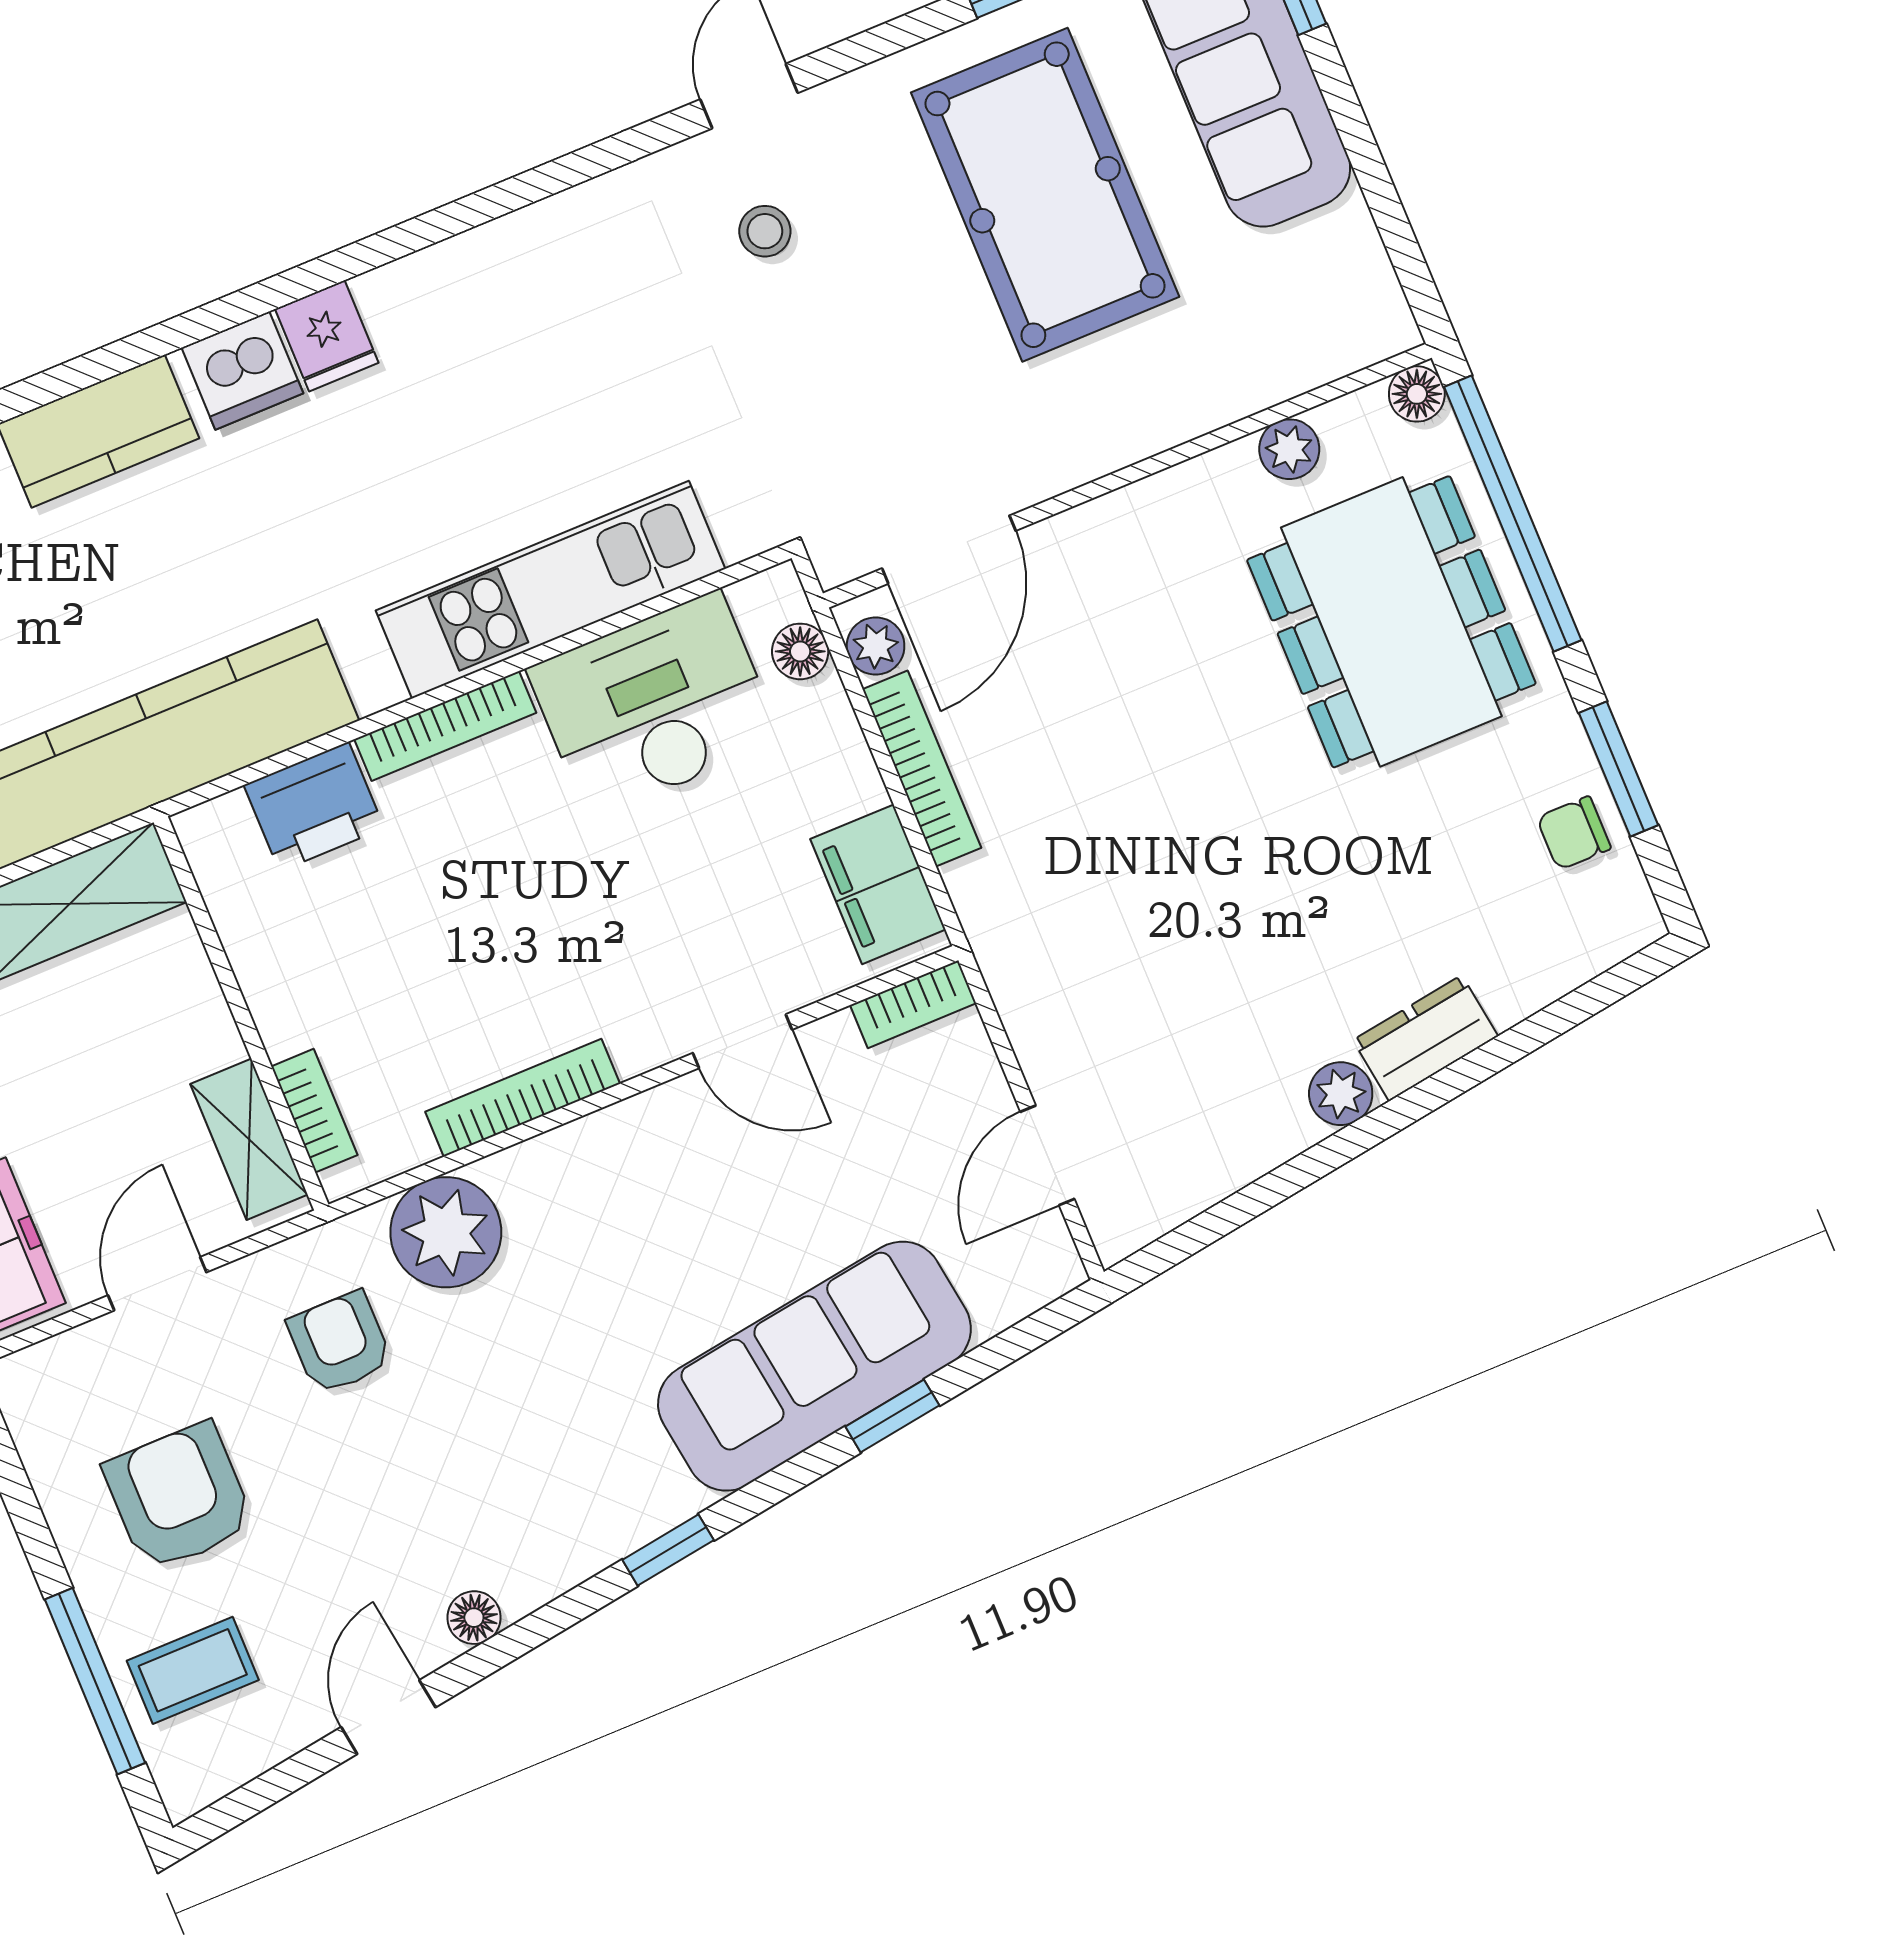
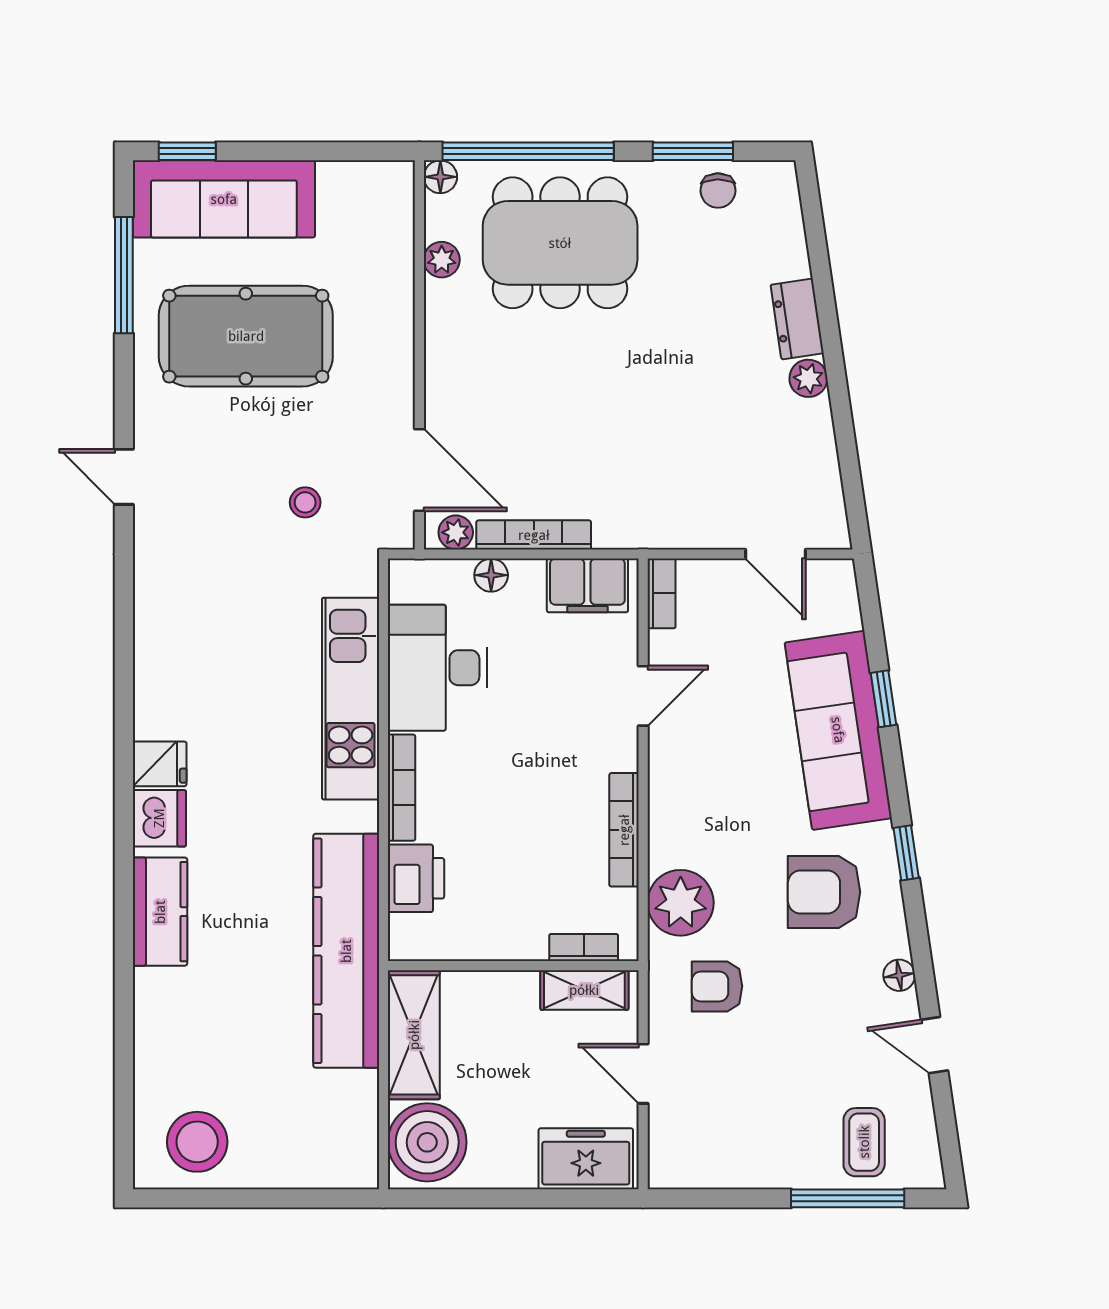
stool: (765, 231) -> (305, 502), moved
floor lamp: (800, 651) -> (491, 575), moved
armchair: (179, 1497) -> (824, 892), moved

